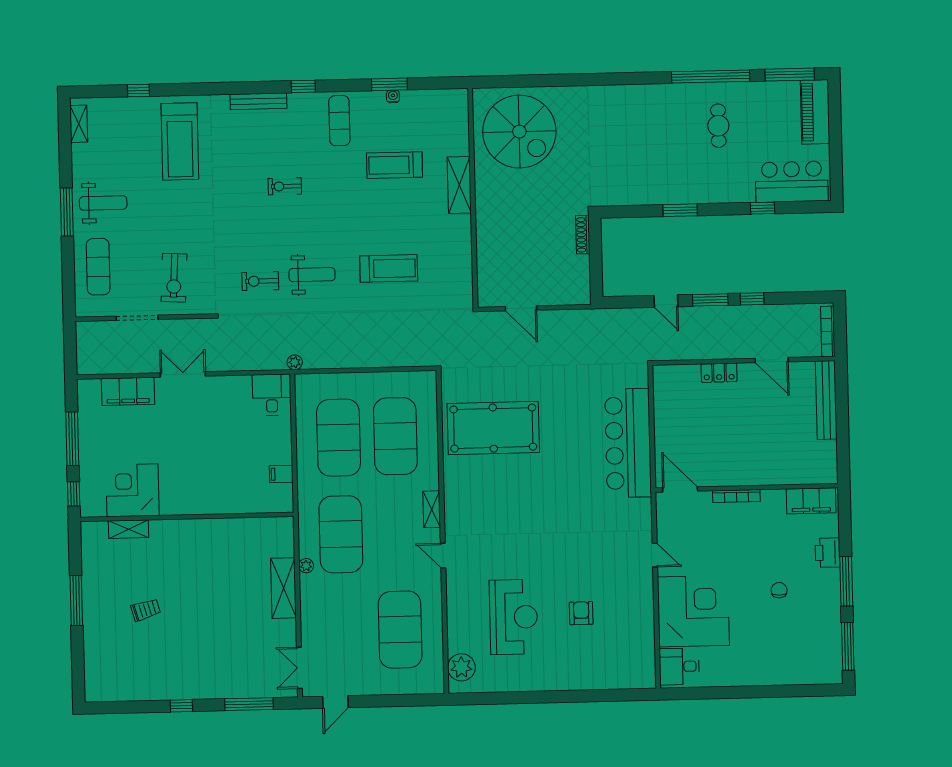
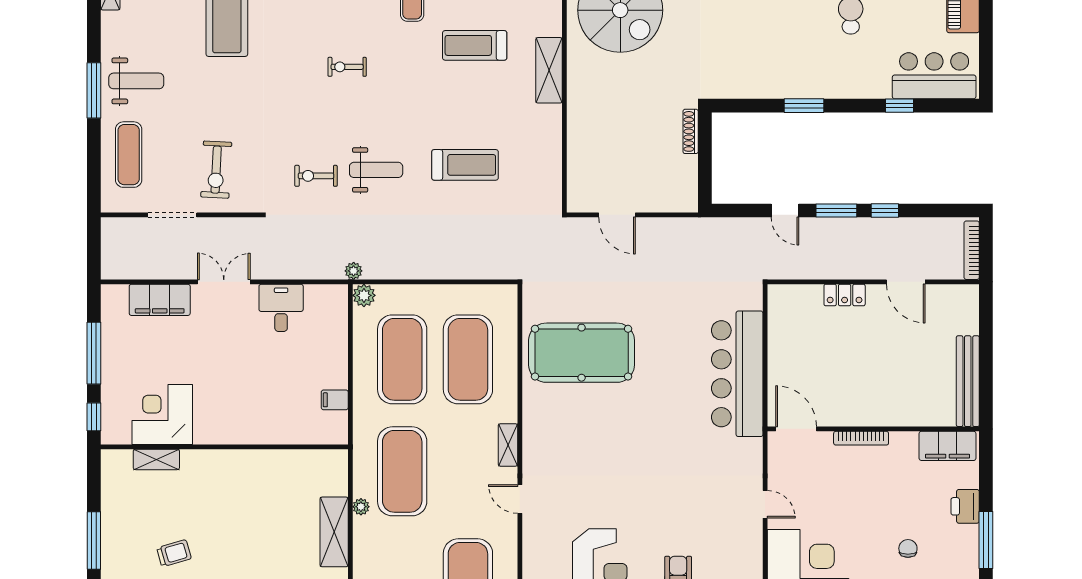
plant: (304, 383) -> (364, 295), added
desk: (272, 395) -> (281, 308), moved
bench: (826, 400) -> (968, 381), moved

